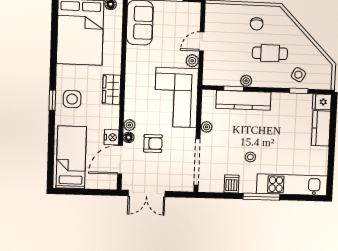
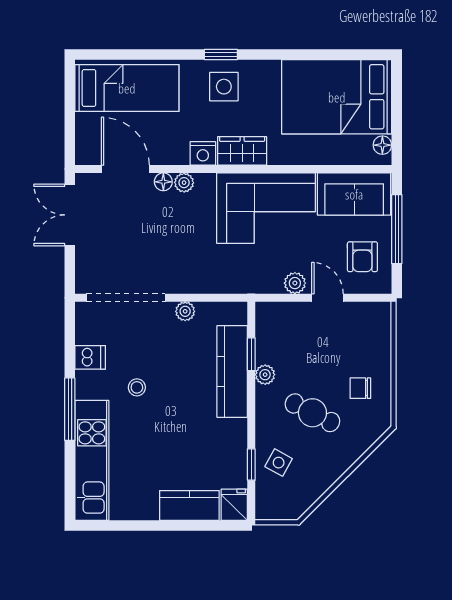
cafe table: (270, 53) -> (312, 413), turned -63
corner sofa: (176, 97) -> (266, 208), moved, turned 180
nightstand: (111, 137) -> (203, 153), moved
armchair: (153, 143) -> (362, 257), moved

